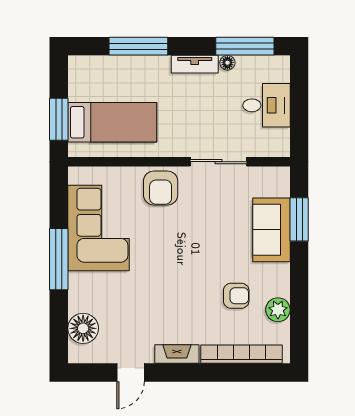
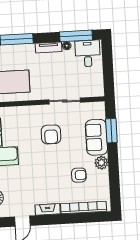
desk: (266, 105) -> (88, 53), moved, turned -90
armchair: (161, 188) -> (51, 134), moved
plant: (278, 310) -> (101, 163), moved

